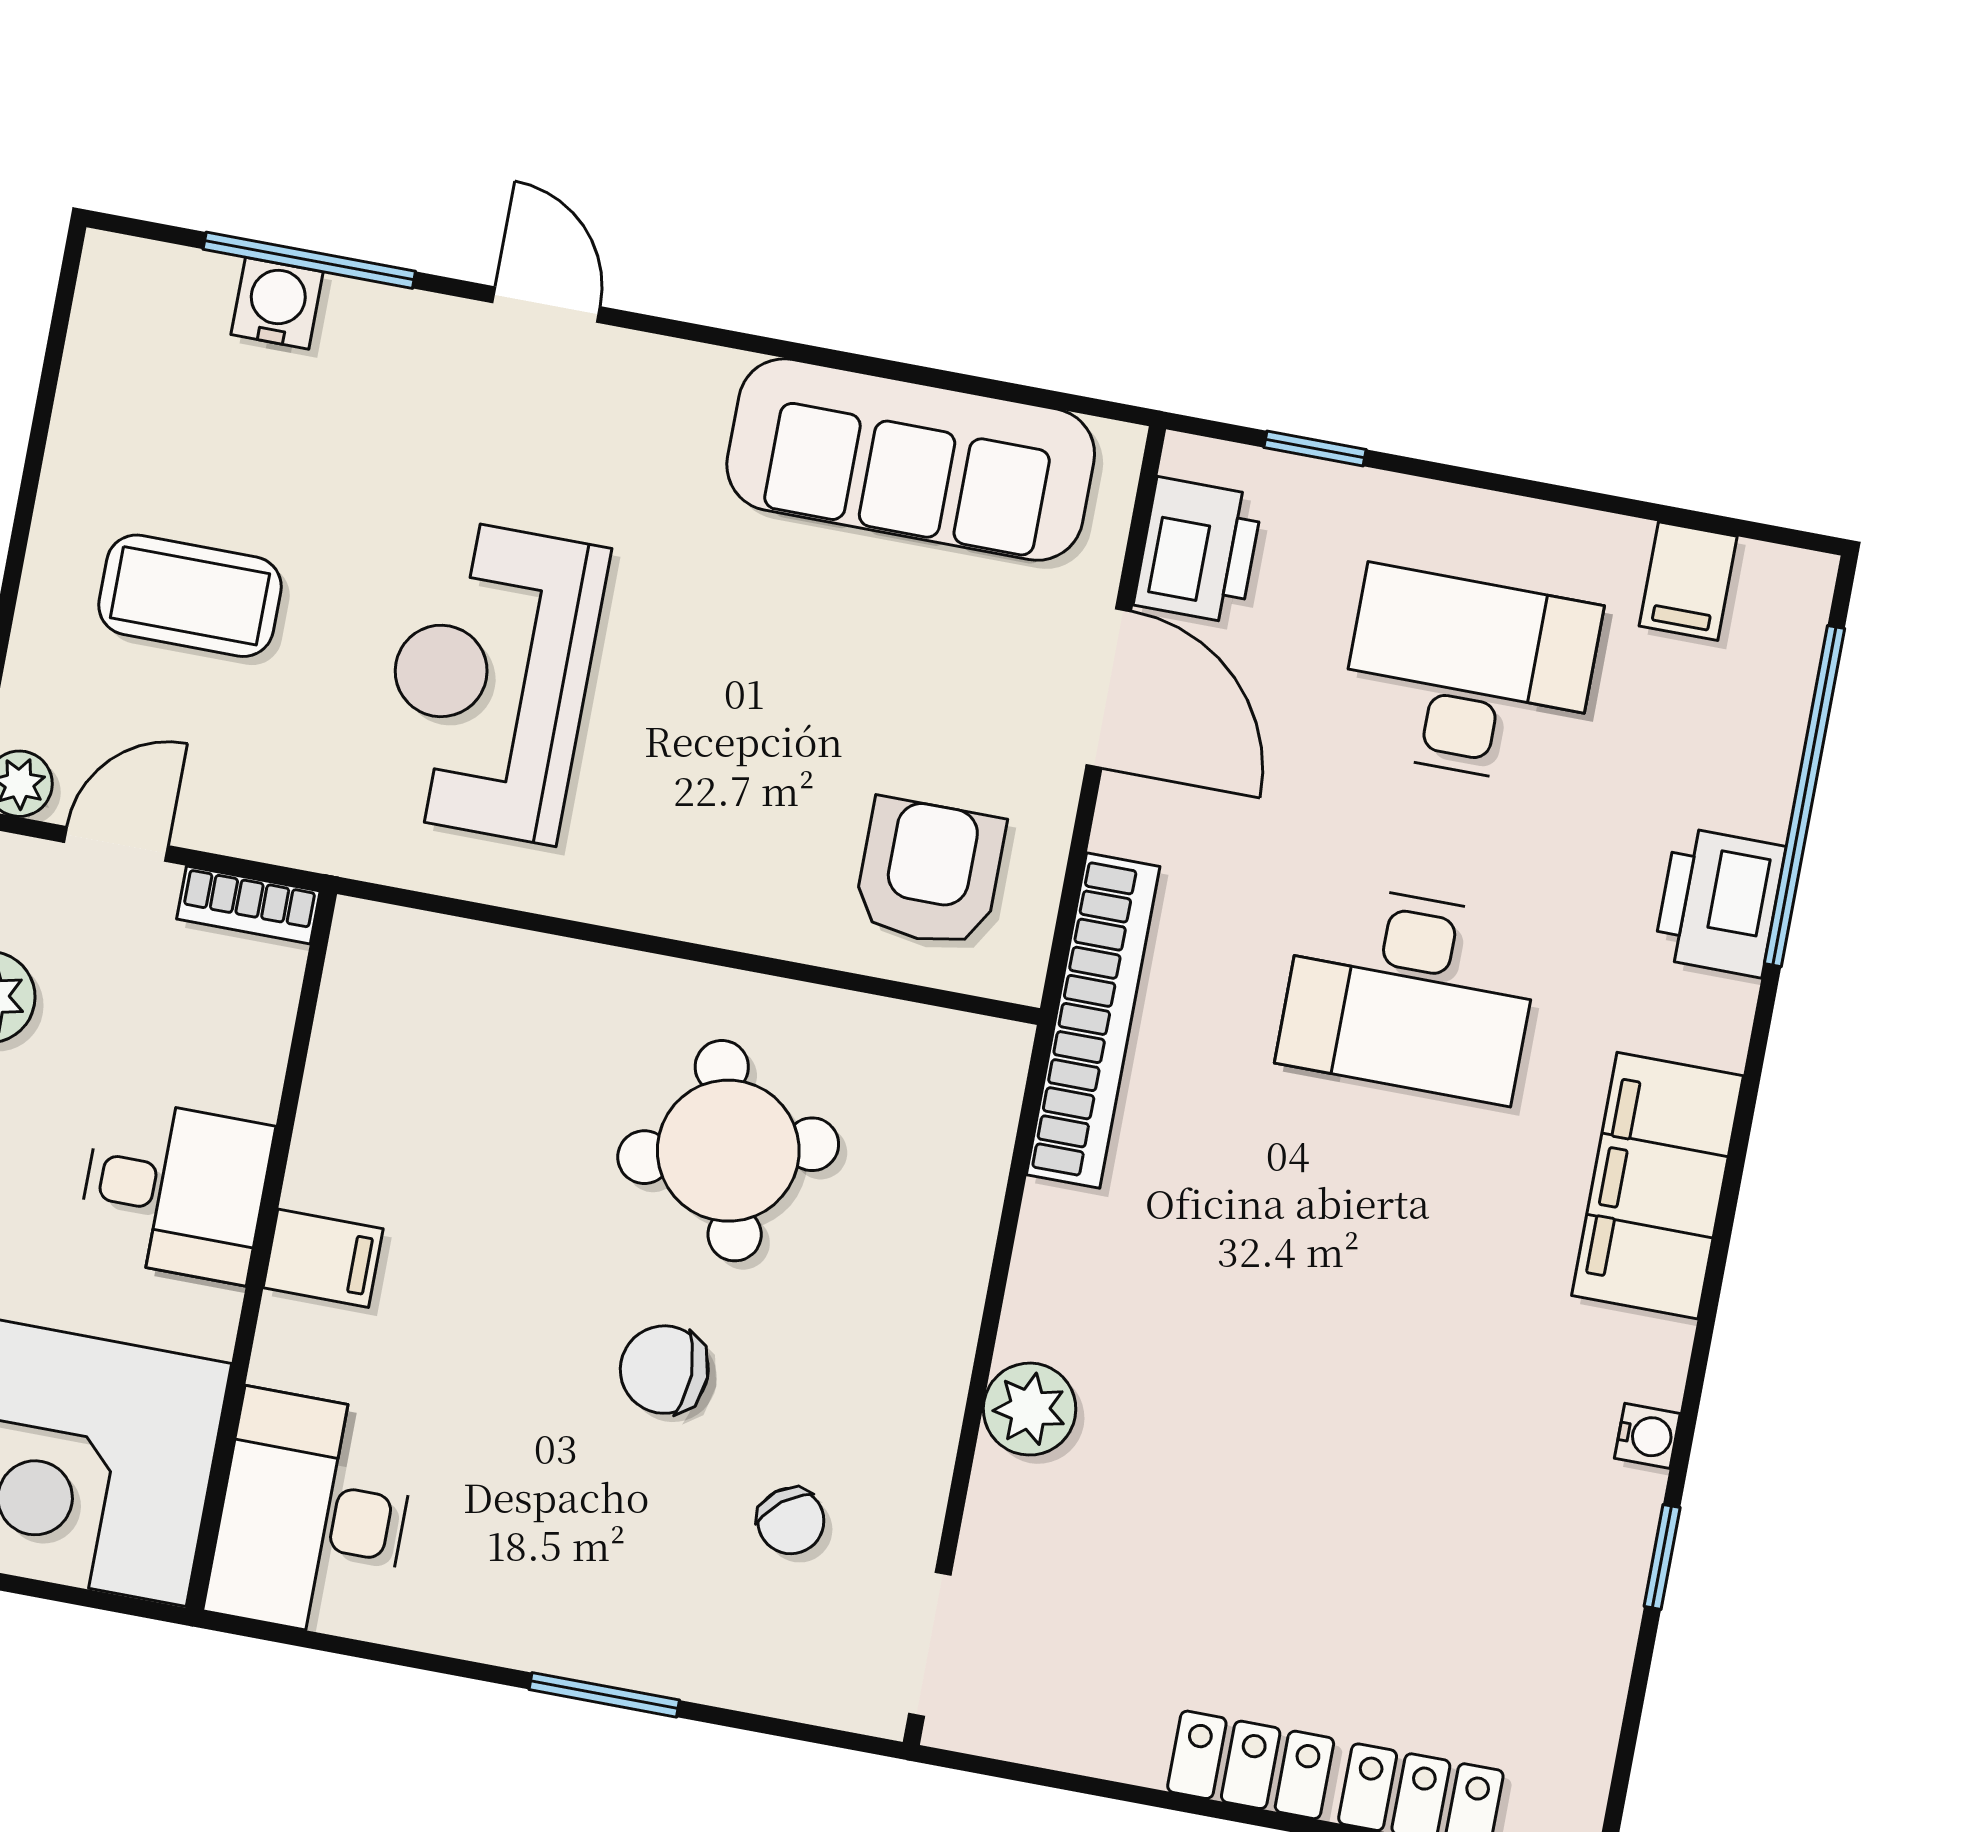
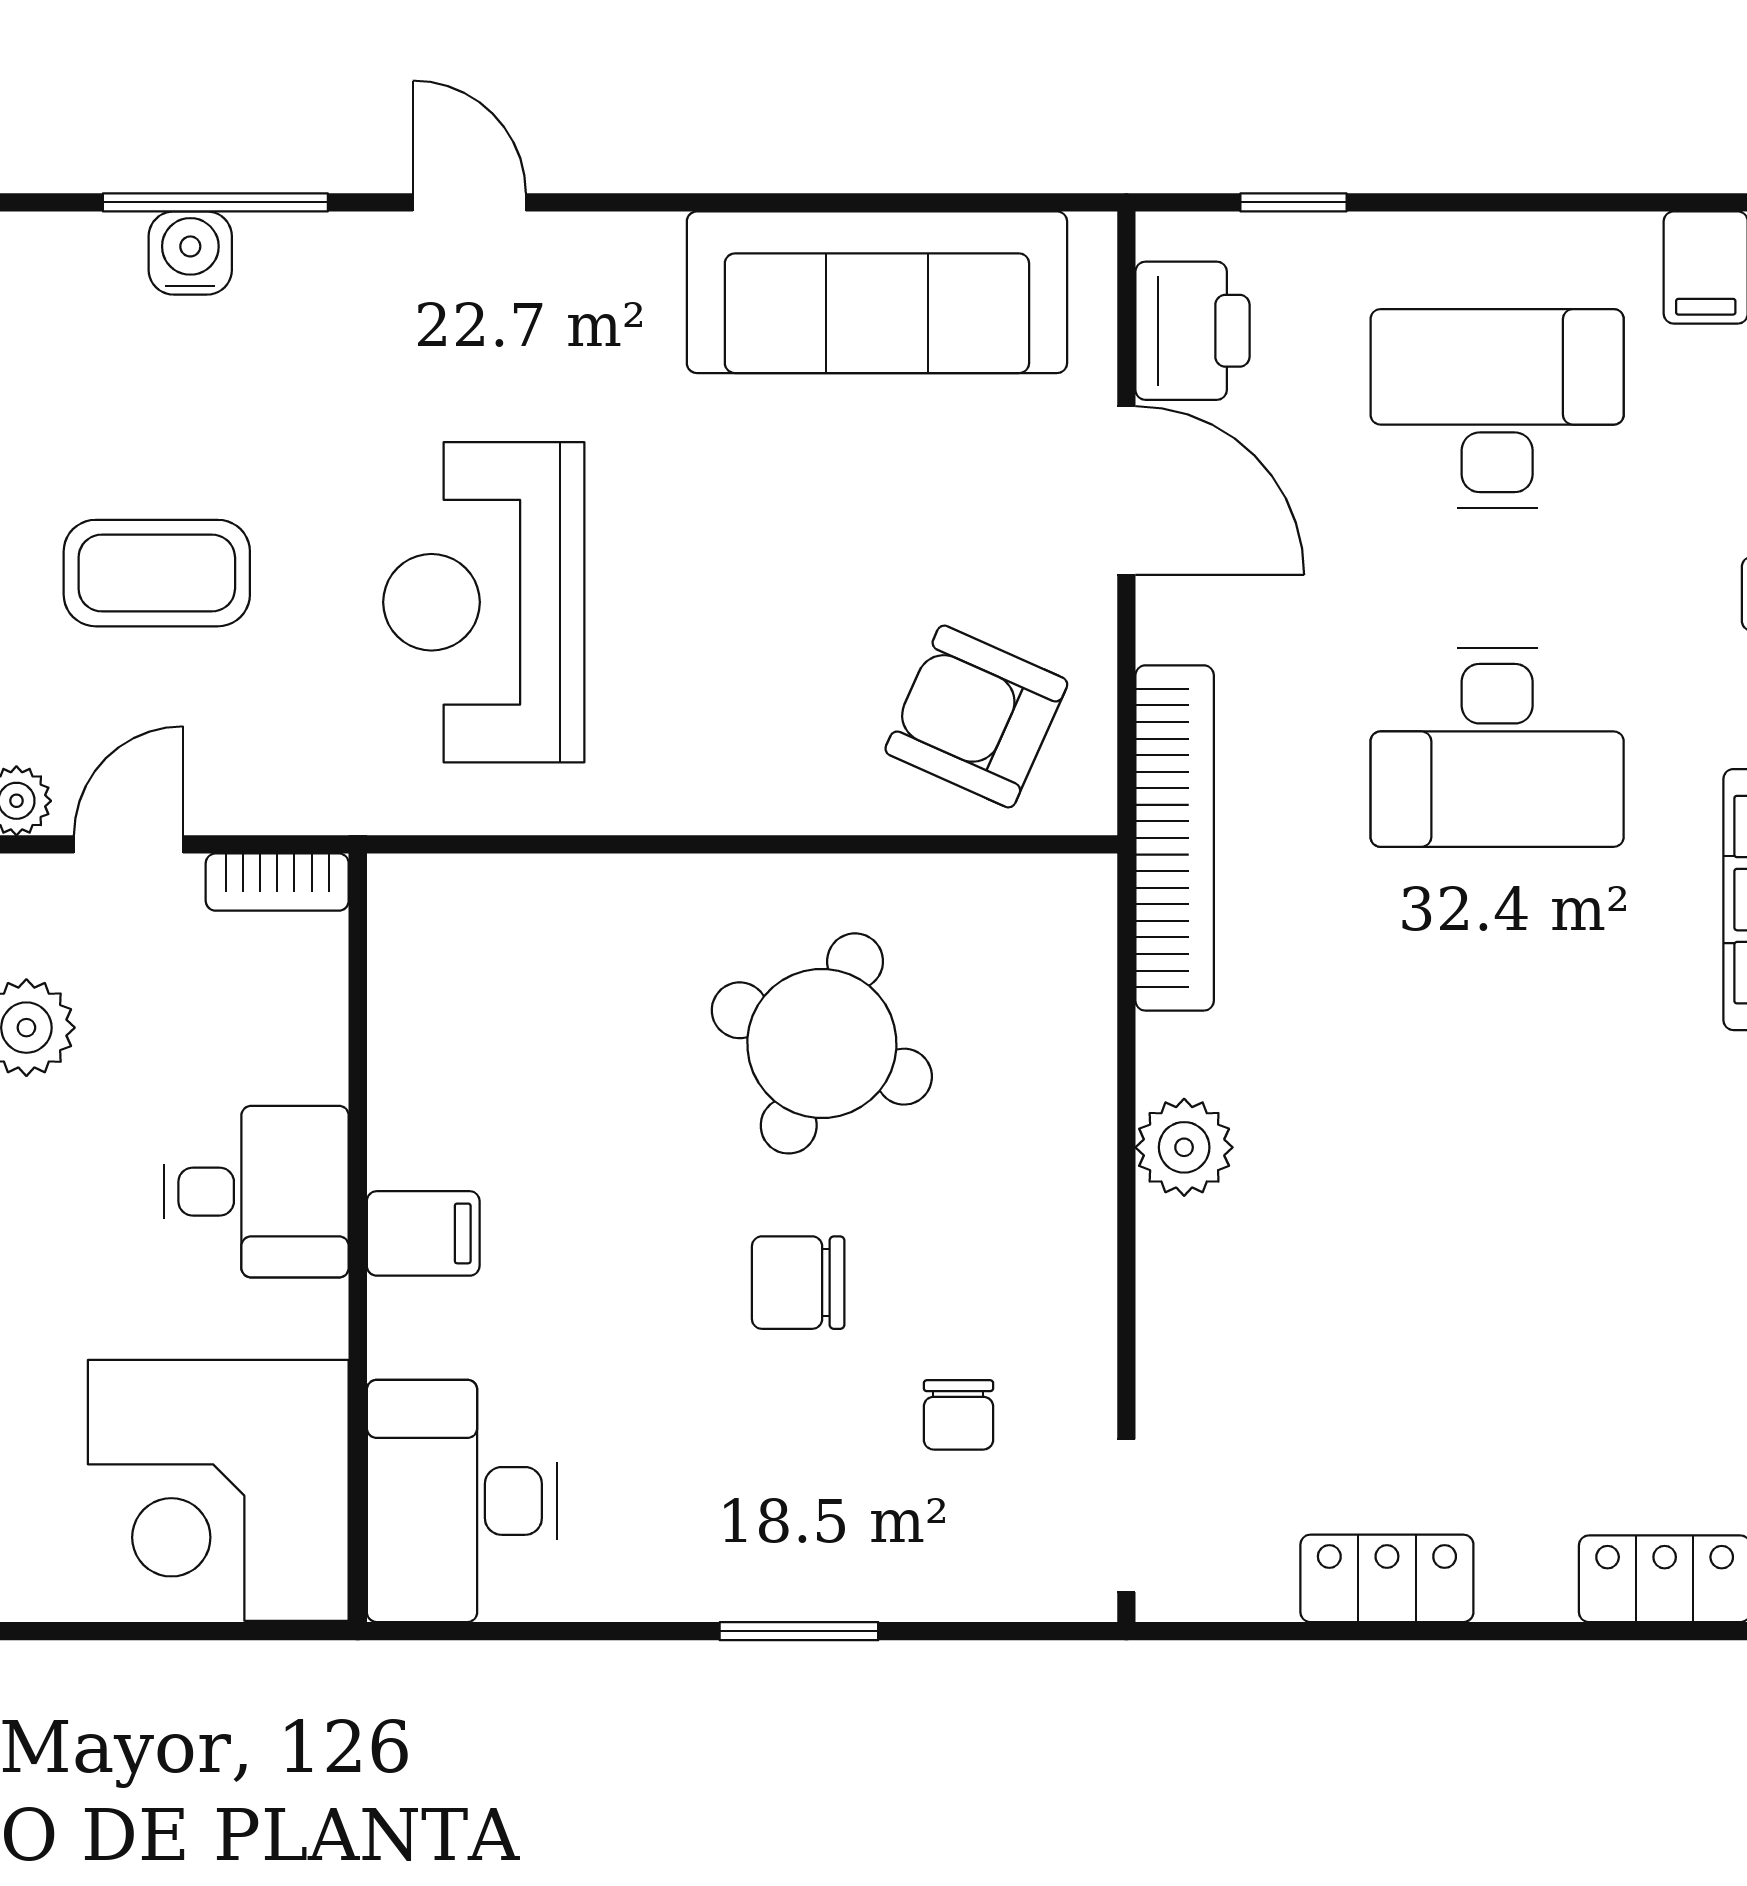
armchair: (929, 873) -> (976, 717), turned -66
round table: (728, 1151) -> (822, 1043), turned 37
plant: (1030, 1409) -> (1184, 1147), moved
chair: (791, 1521) -> (958, 1415), turned 38
locker: (1251, 1765) -> (1387, 1578), moved

